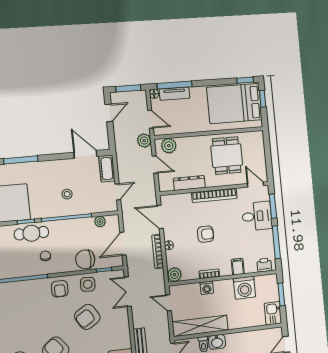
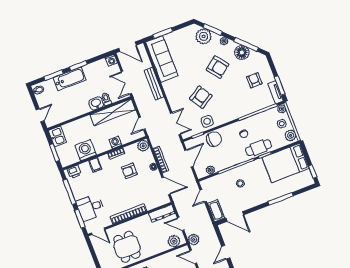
dresser: (189, 183) -> (162, 213), moved
armchair: (206, 234) -> (129, 171), moved
armchair: (60, 289) -> (254, 80), moved
door: (169, 303) -> (142, 123), swing flipped

